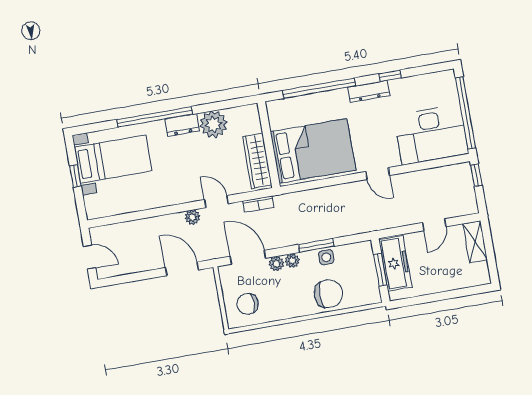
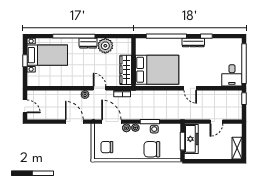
desk: (431, 135) -> (232, 75), width x0.53, depth x0.77
shelving: (475, 242) -> (237, 148), moved
chair: (328, 294) -> (152, 149), turned 180

